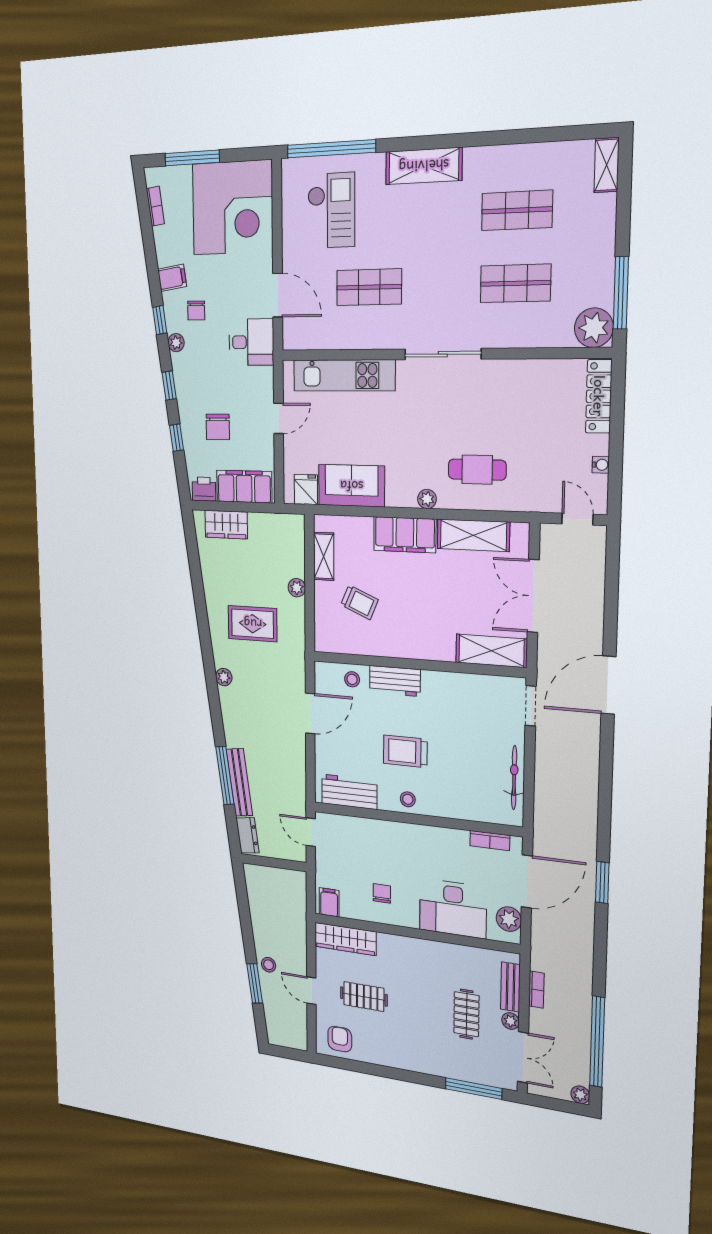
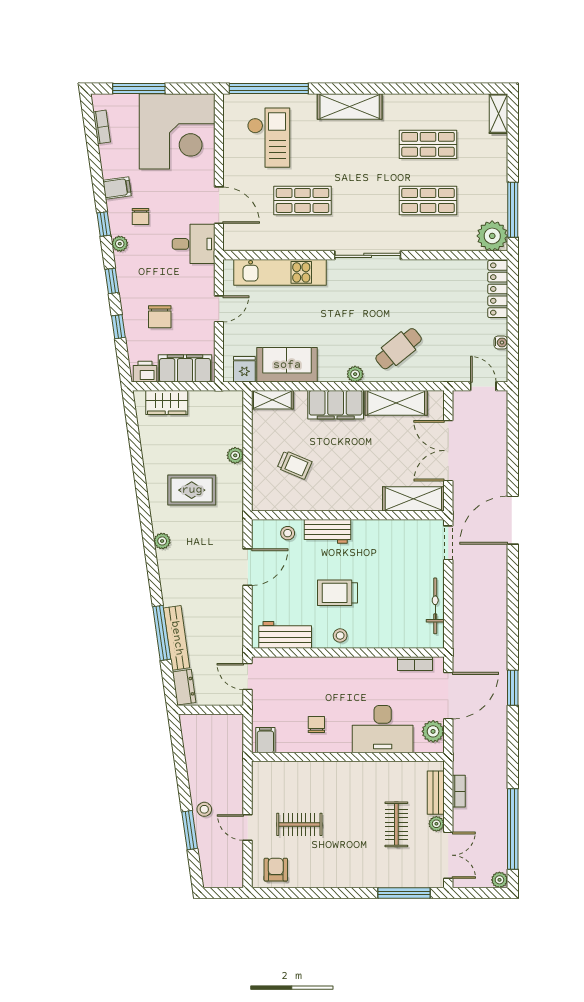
cafe table: (477, 470) -> (399, 349), turned -39
shelving: (324, 556) -> (272, 400), moved, turned 90
wardrobe: (345, 939) -> (281, 772), removed

